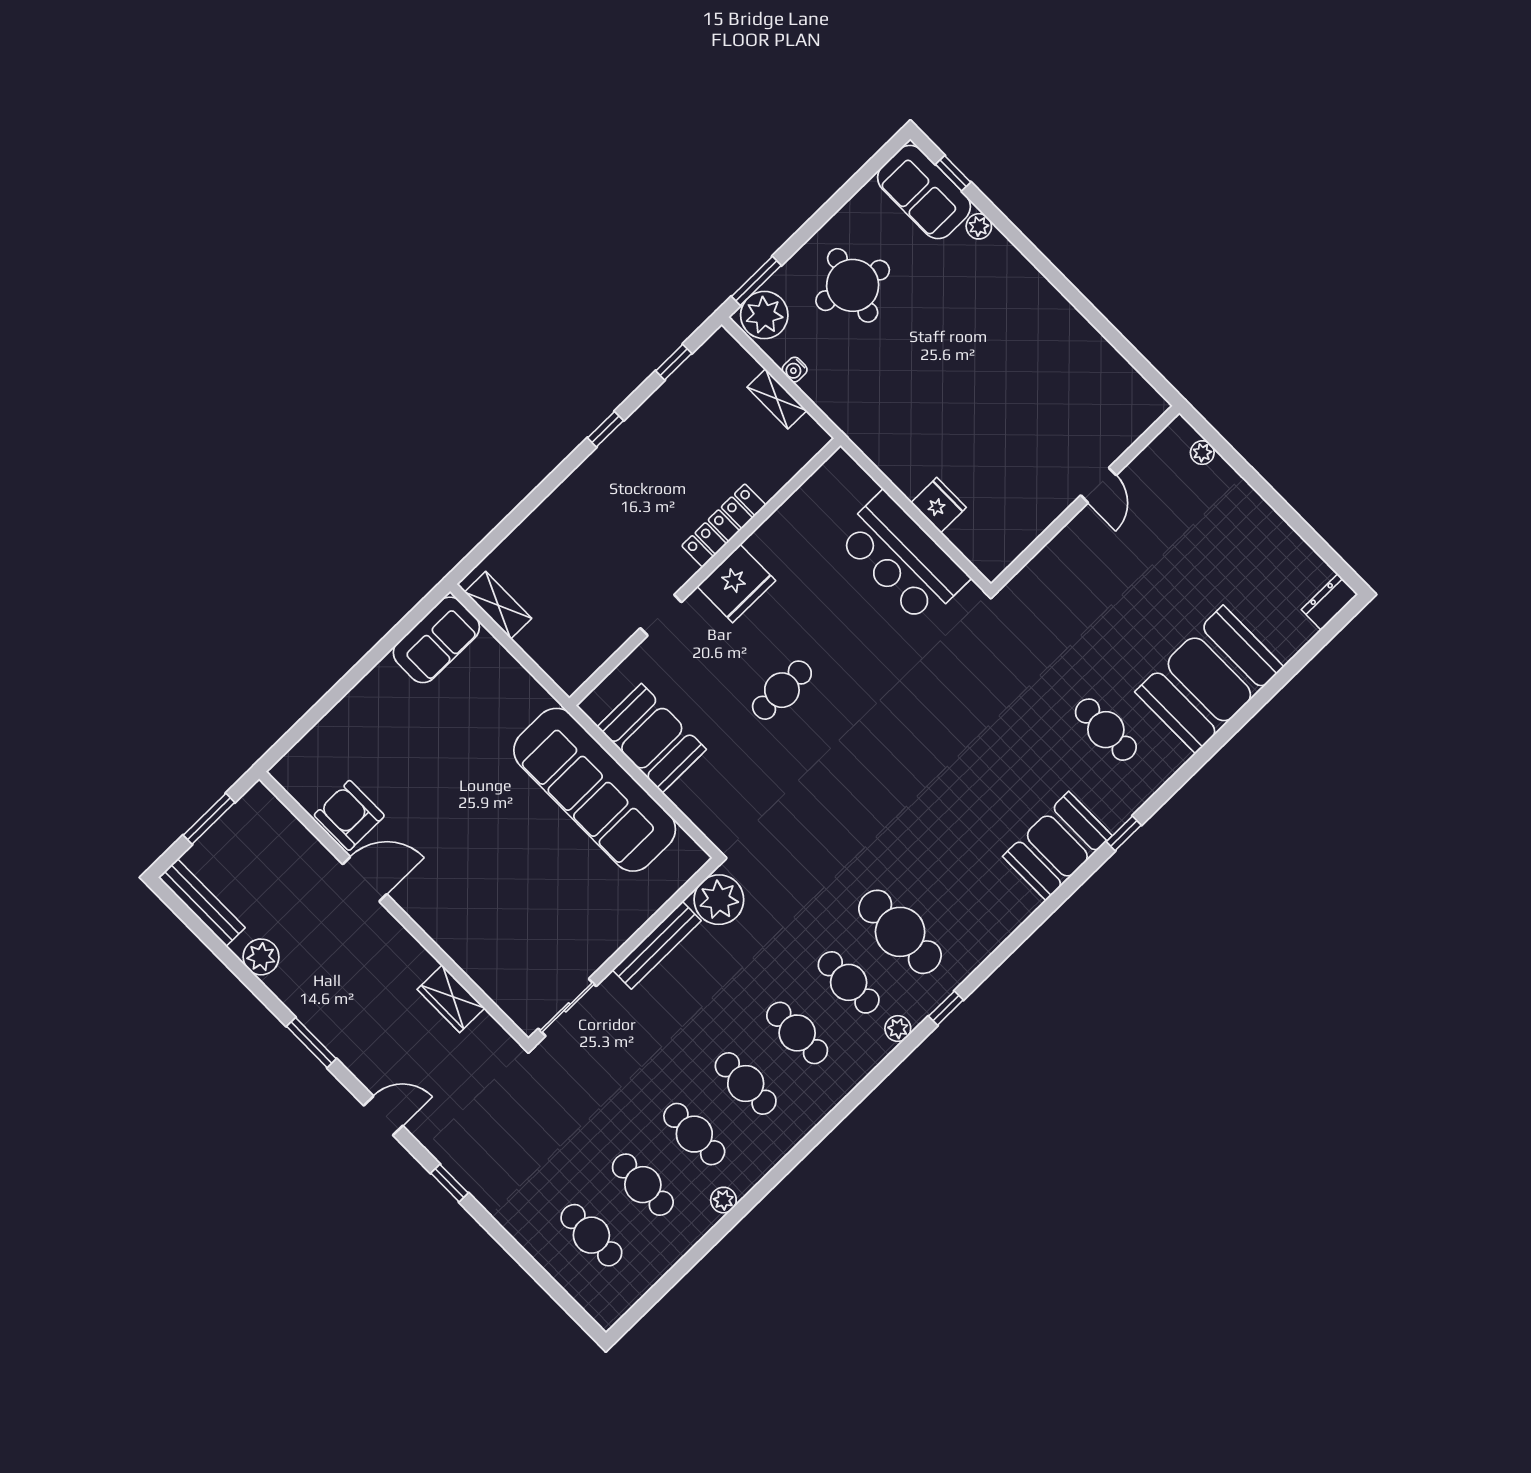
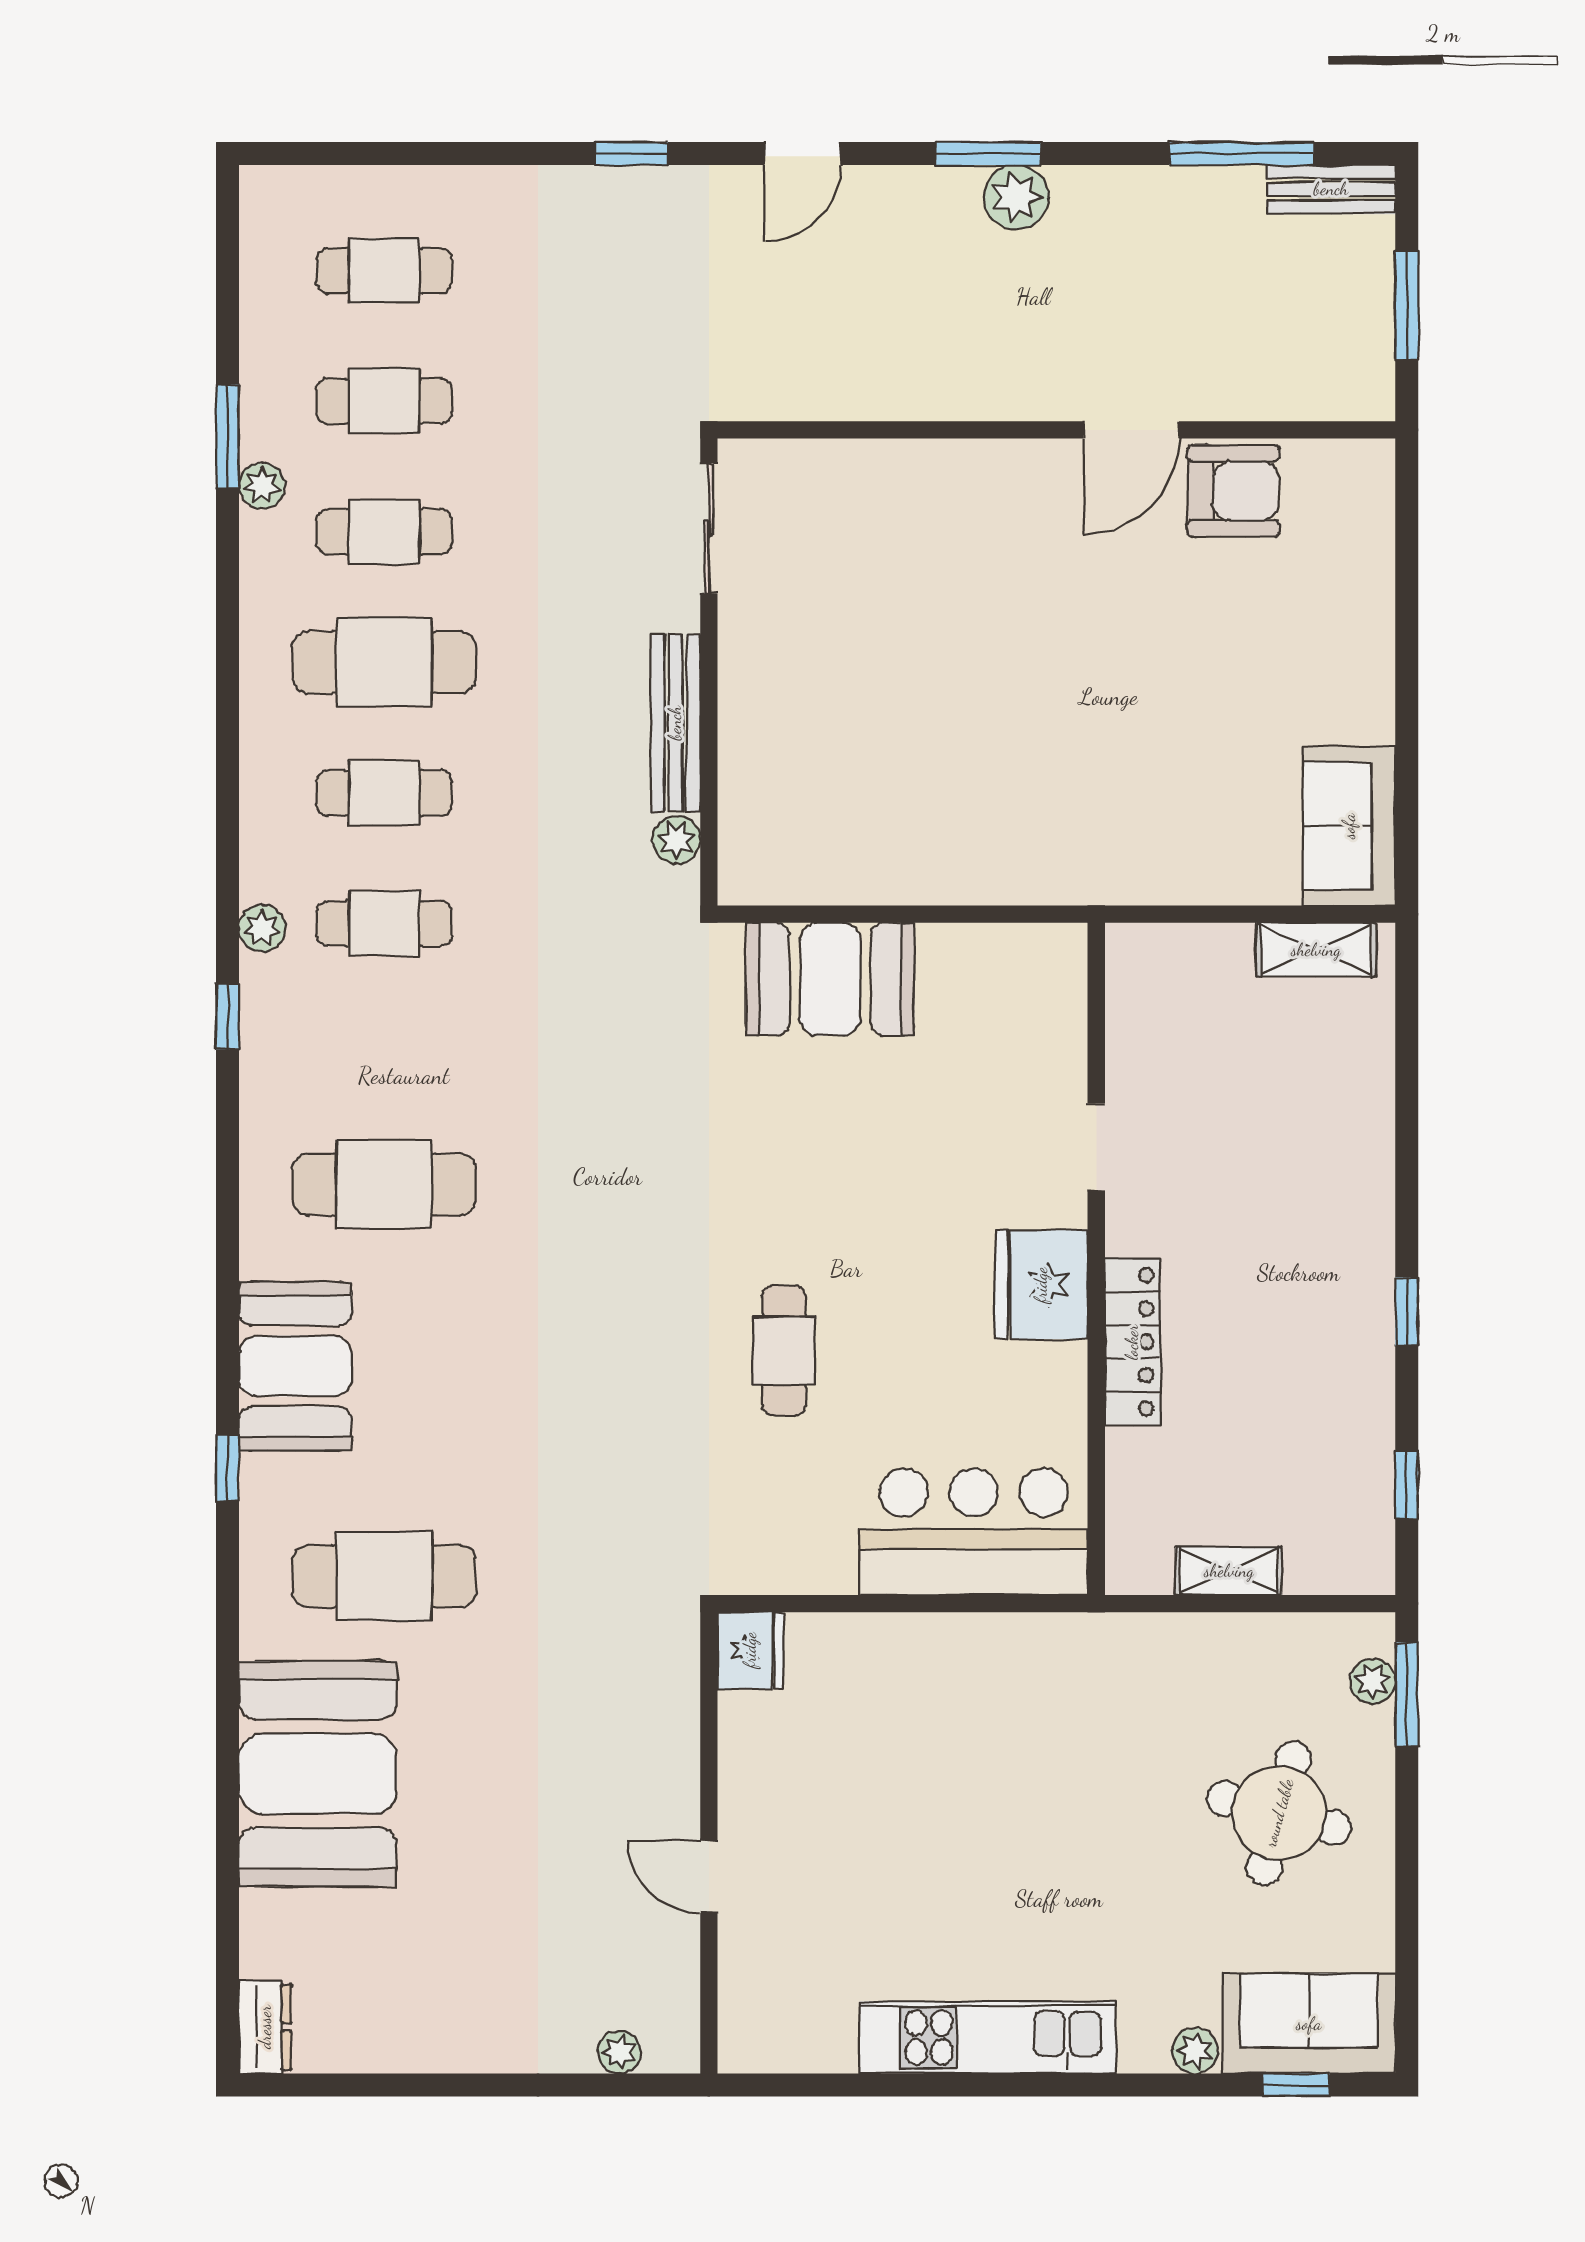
kitchen unit: (1054, 313) -> (988, 2037), added
plant: (764, 315) -> (1373, 1681), width x0.53, depth x0.53
water cooler: (795, 370) -> (1244, 1631), removed
fridge: (939, 505) -> (750, 1650), moved, turned -90
bar counter: (903, 558) -> (974, 1532), moved
cafe table: (782, 690) -> (784, 1351), moved
cafe table: (1106, 730) -> (384, 1576), width x1.37, depth x1.35
booth: (652, 738) -> (830, 979), moved
sofa: (595, 790) -> (955, 840), removed
plant: (719, 900) -> (676, 840), width x0.53, depth x0.53
bench: (202, 903) -> (1331, 189), width x0.73
cafe table: (900, 932) -> (384, 1185), moved
window: (213, 943) -> (1242, 154), added
plant: (261, 957) -> (1016, 197), moved
wardrobe: (451, 999) -> (867, 389), removed
cafe table: (746, 1084) -> (384, 662), width x1.37, depth x1.35
window: (717, 1233) -> (227, 437), added

